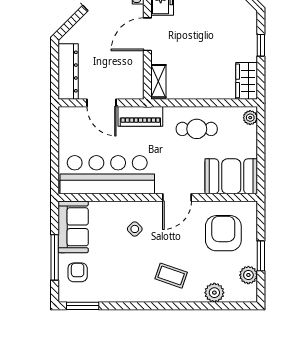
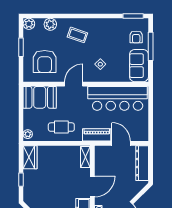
plant: (248, 275) -> (29, 24), moved

